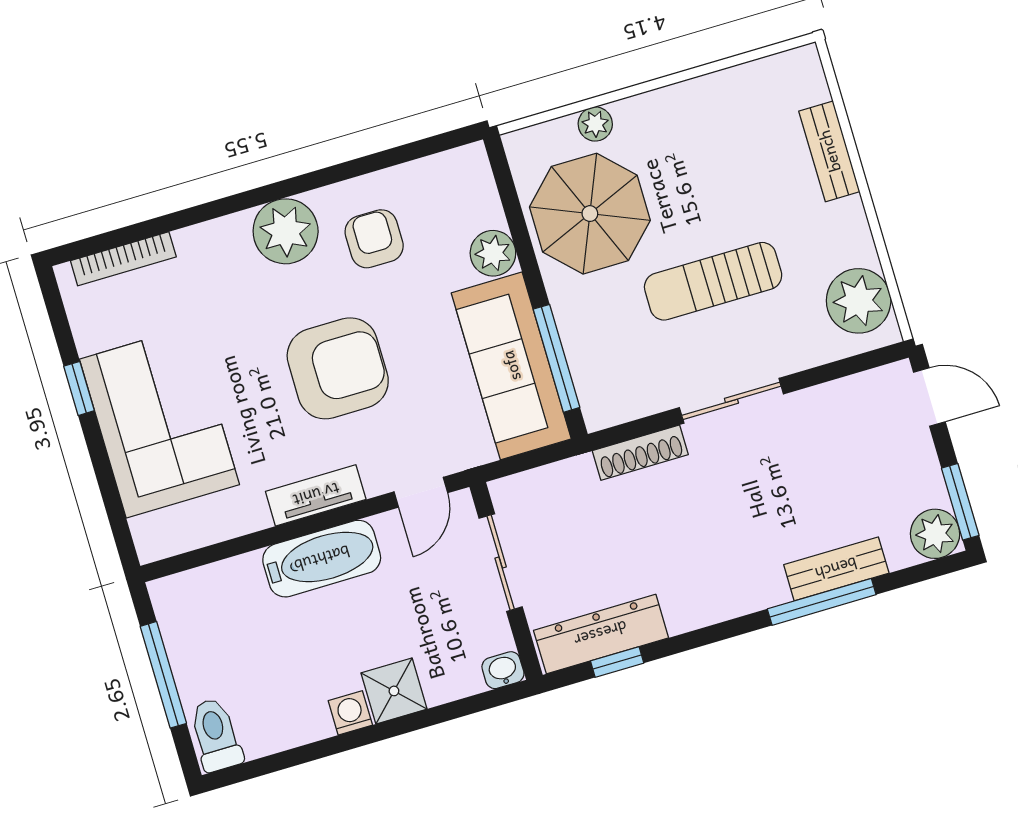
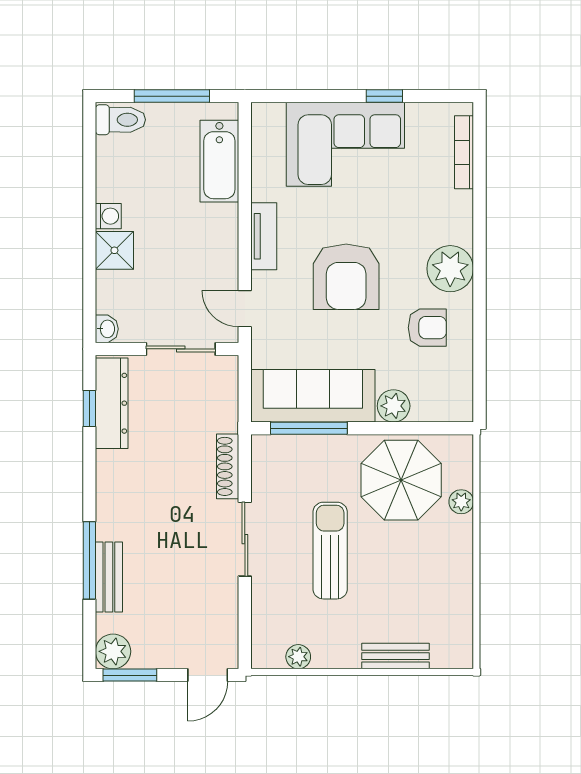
plant: (859, 301) -> (298, 657), width x0.53, depth x0.53
bathtub: (322, 559) -> (219, 161), moved

